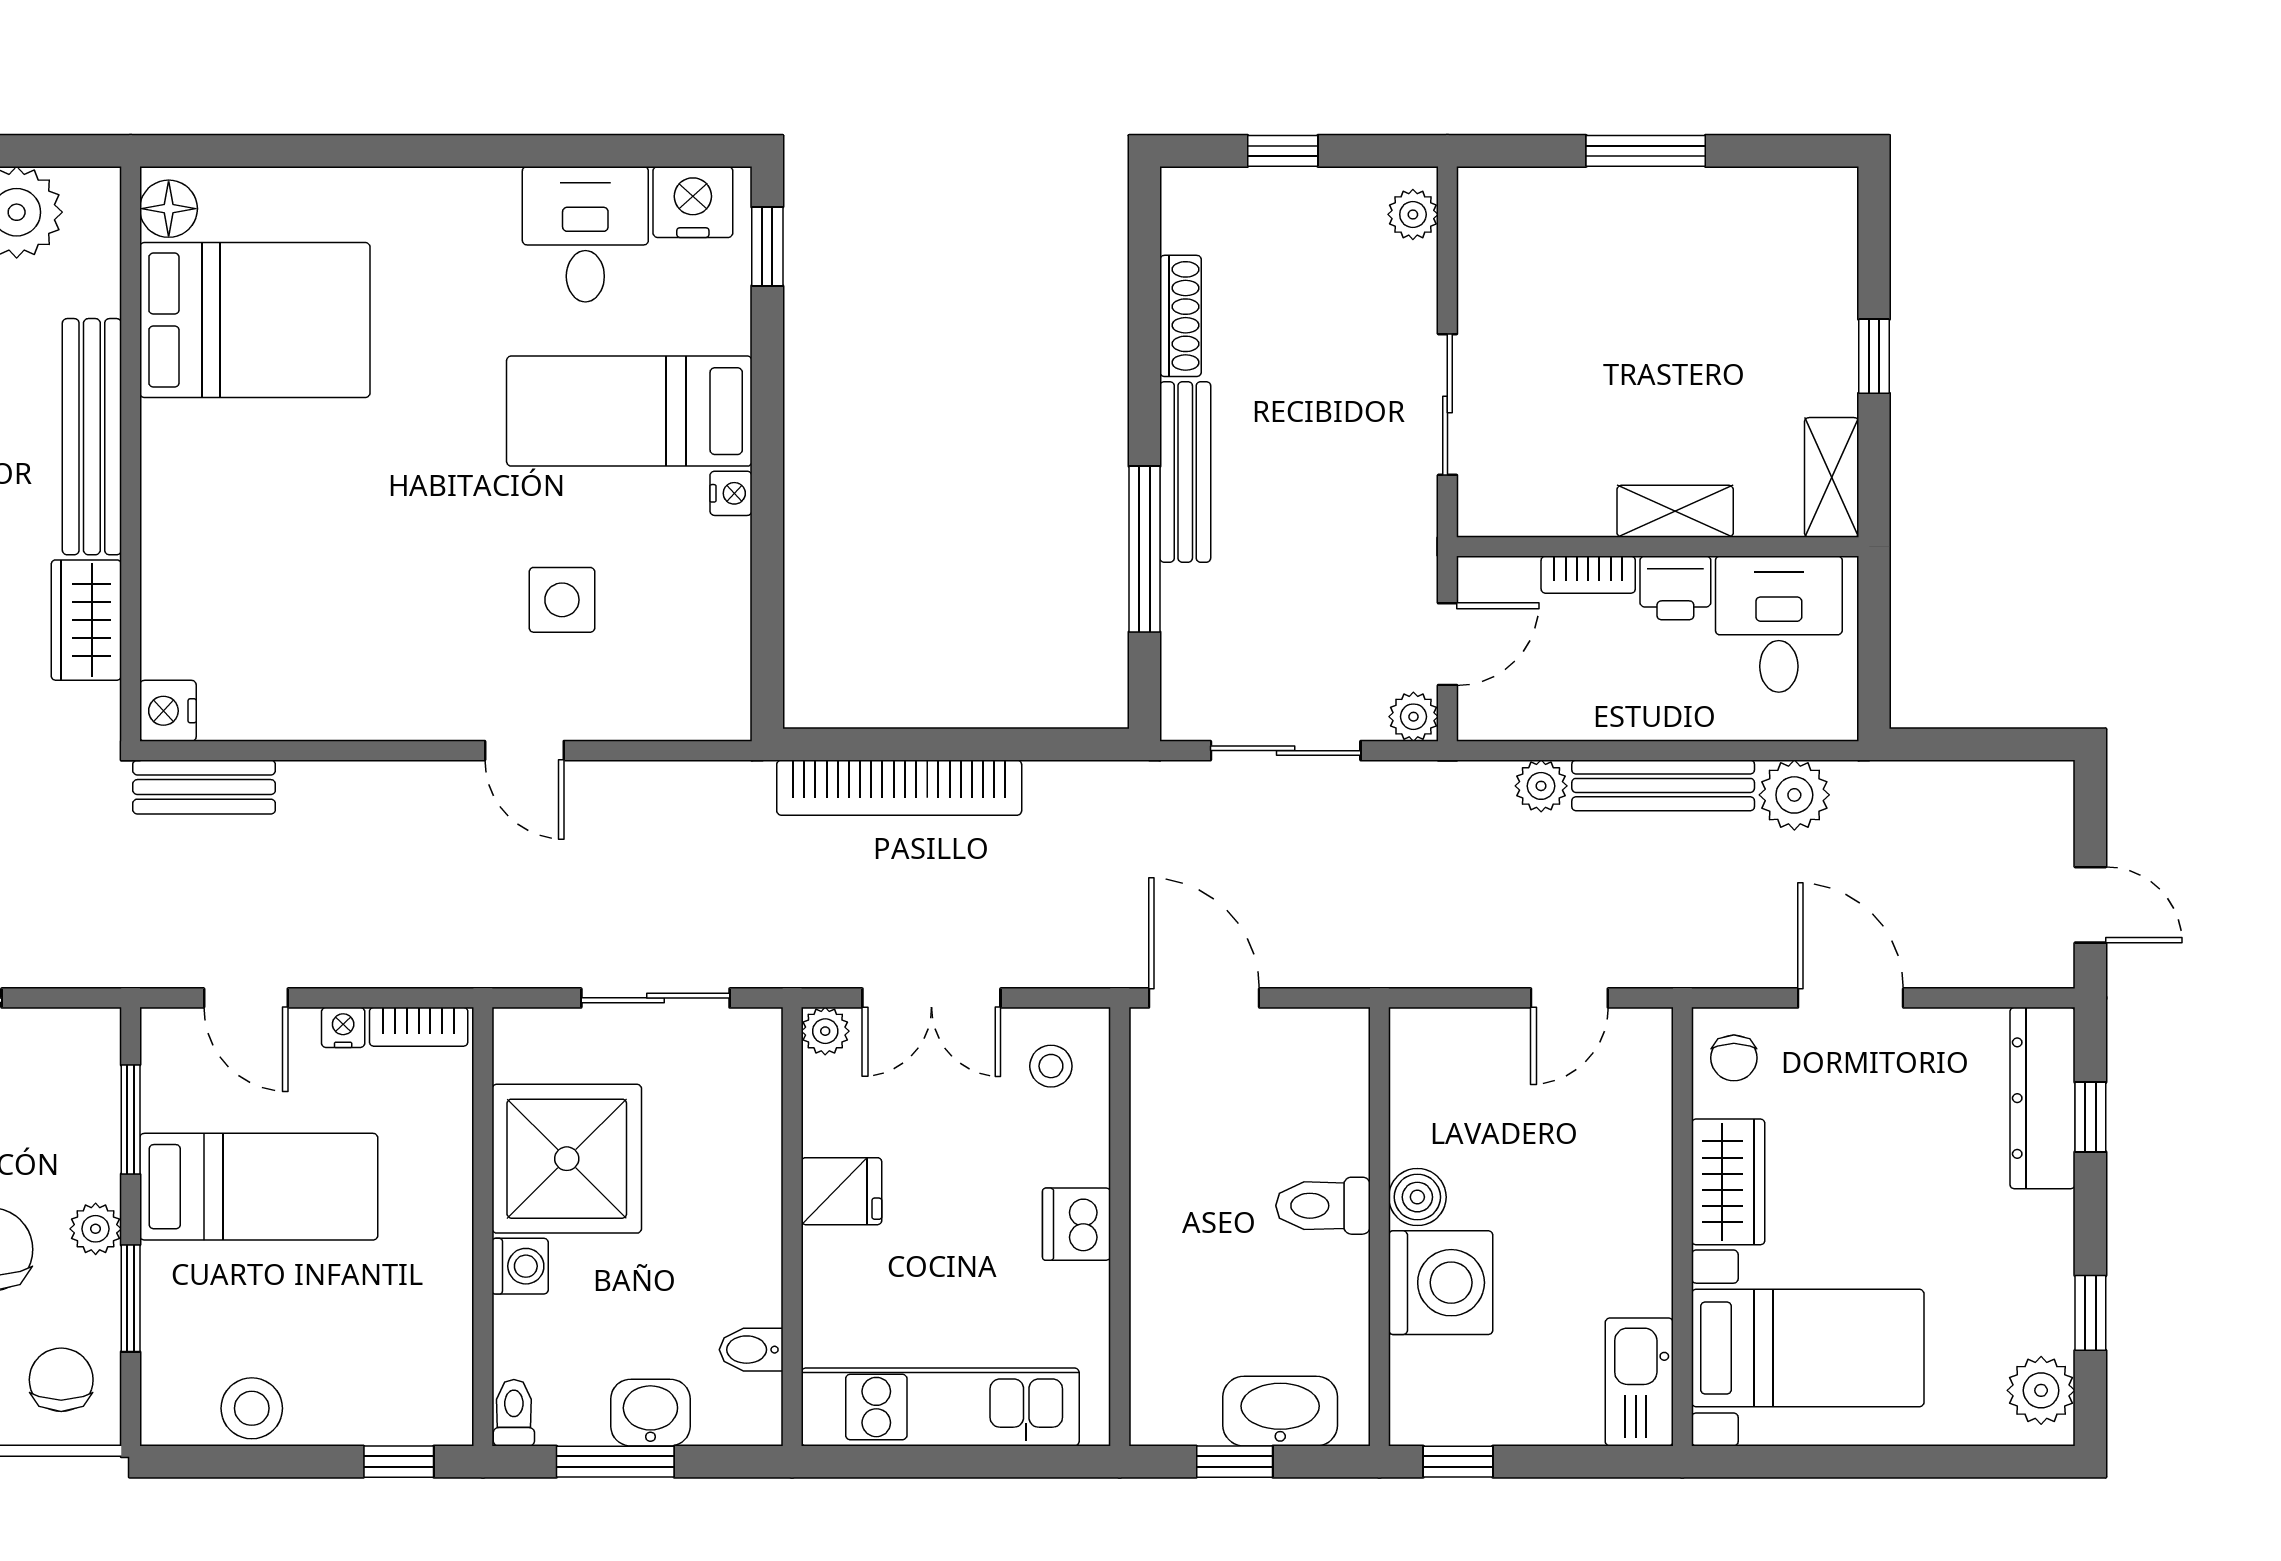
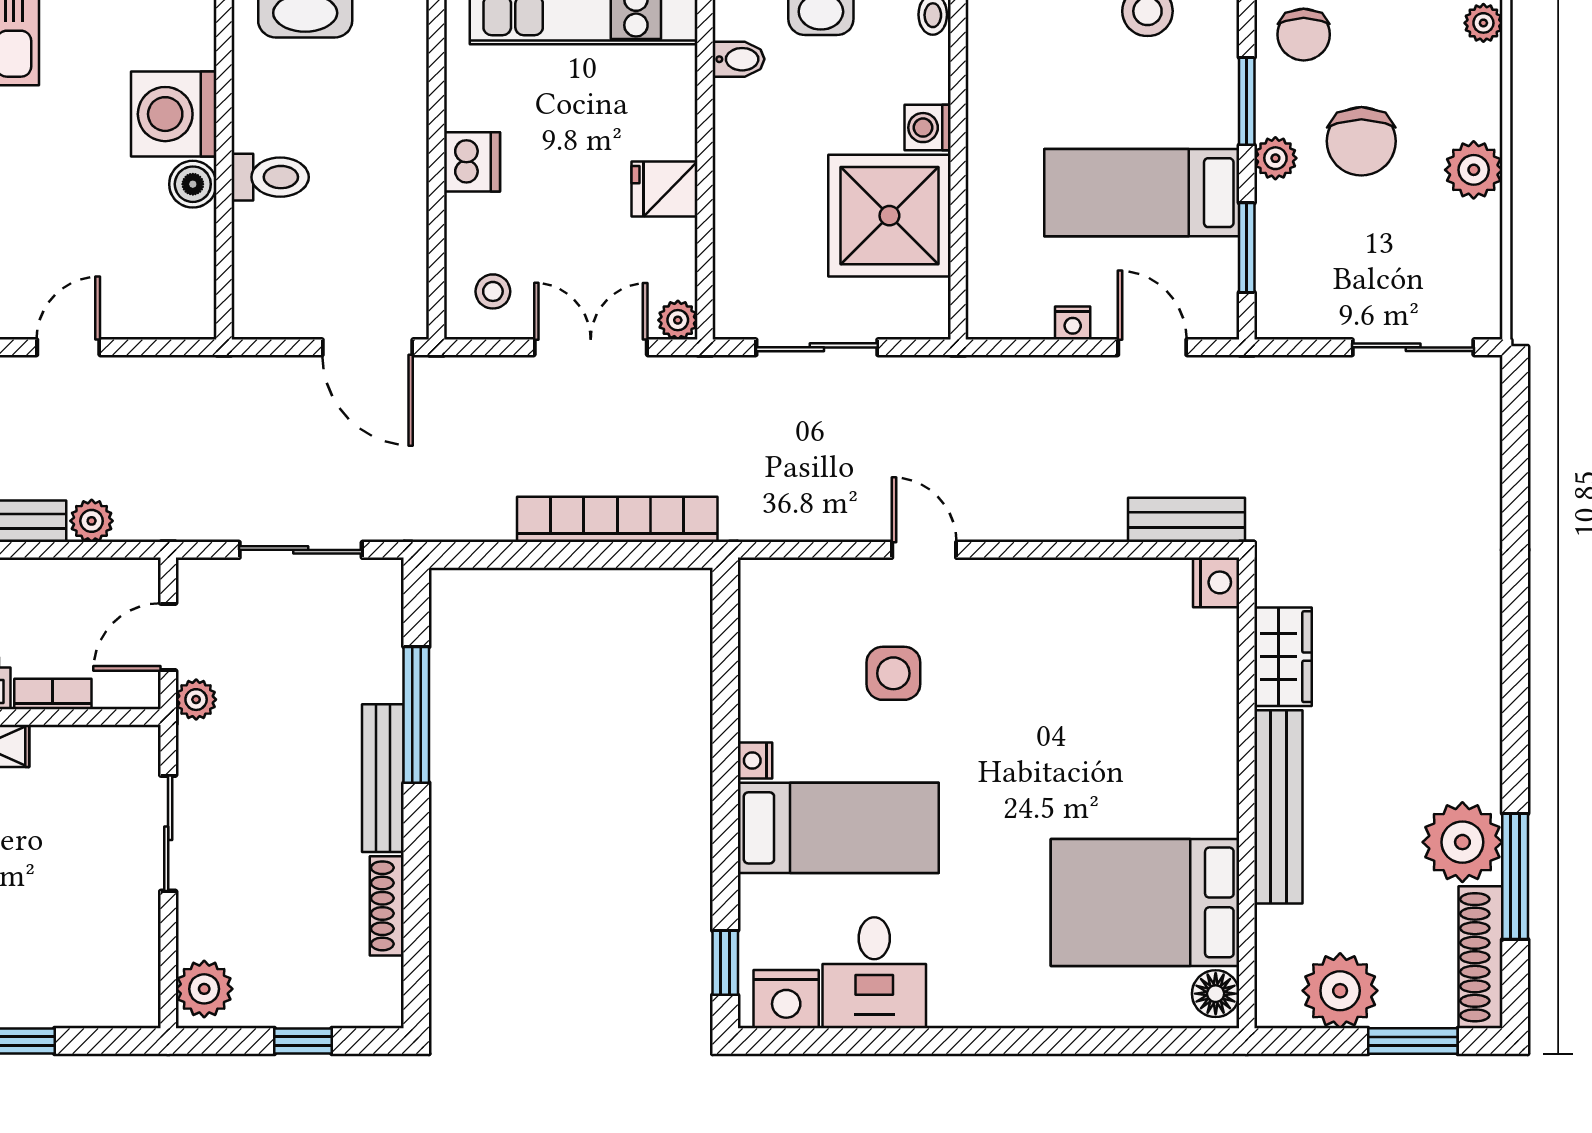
plant: (1413, 214) -> (204, 989), width x1.38, depth x1.38
plant: (1413, 717) -> (196, 700), moved
bookcase: (419, 1027) -> (1011, 324), removed

